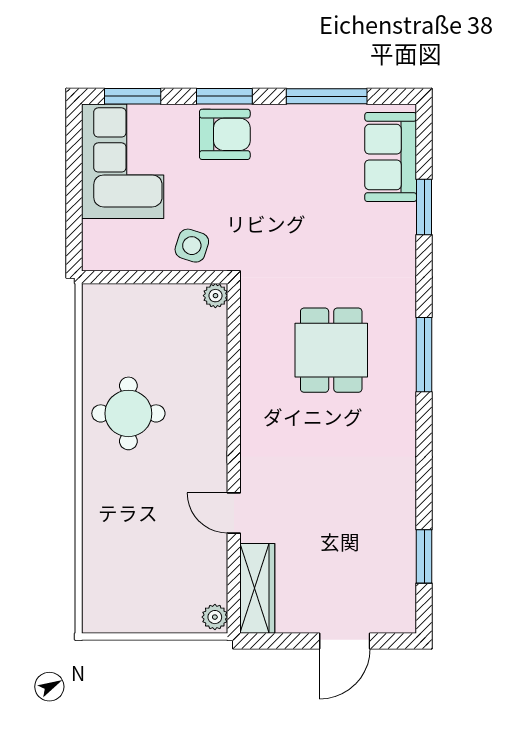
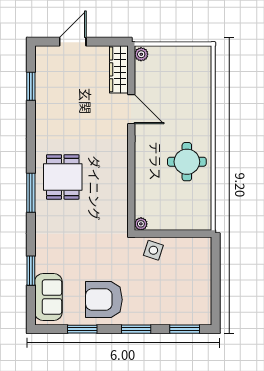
window: (327, 96) -> (82, 329), width x0.69
armchair: (225, 134) -> (104, 300), moved, width x1.36, depth x1.36
corner sofa: (123, 161) -> (190, 295), removed
dining table: (331, 350) -> (63, 177), moved
door: (234, 513) -> (131, 109), width x1.38

